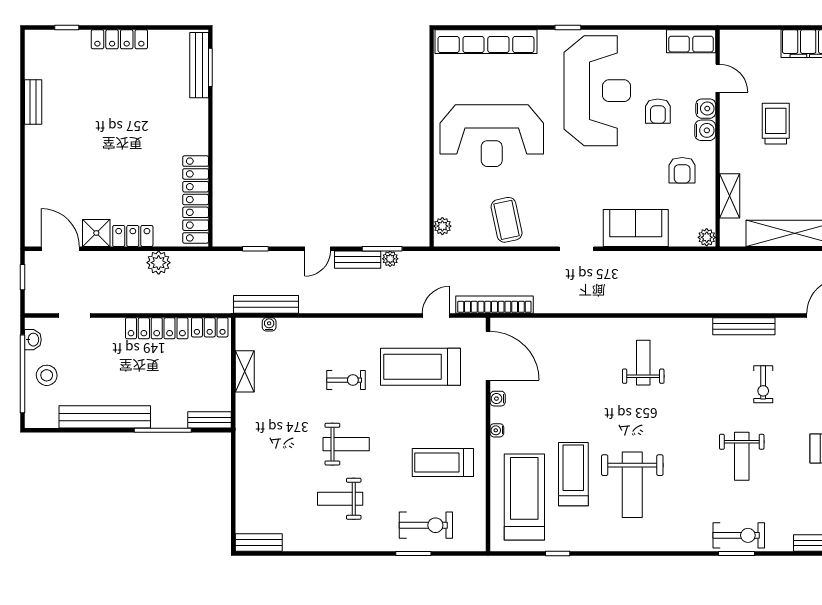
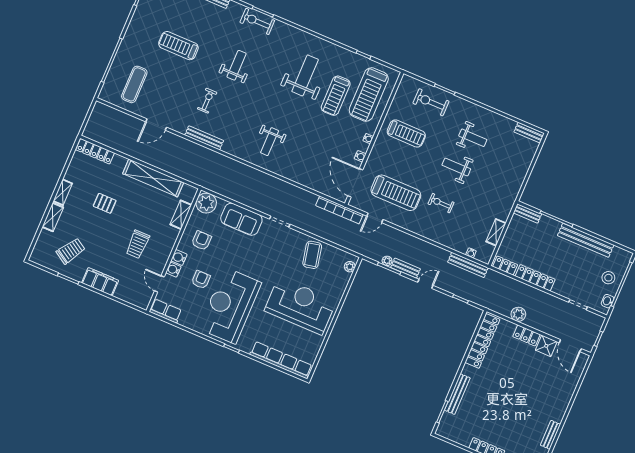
bench: (199, 65) -> (457, 394), moved
plant: (707, 237) -> (206, 203), width x1.88, depth x1.88

